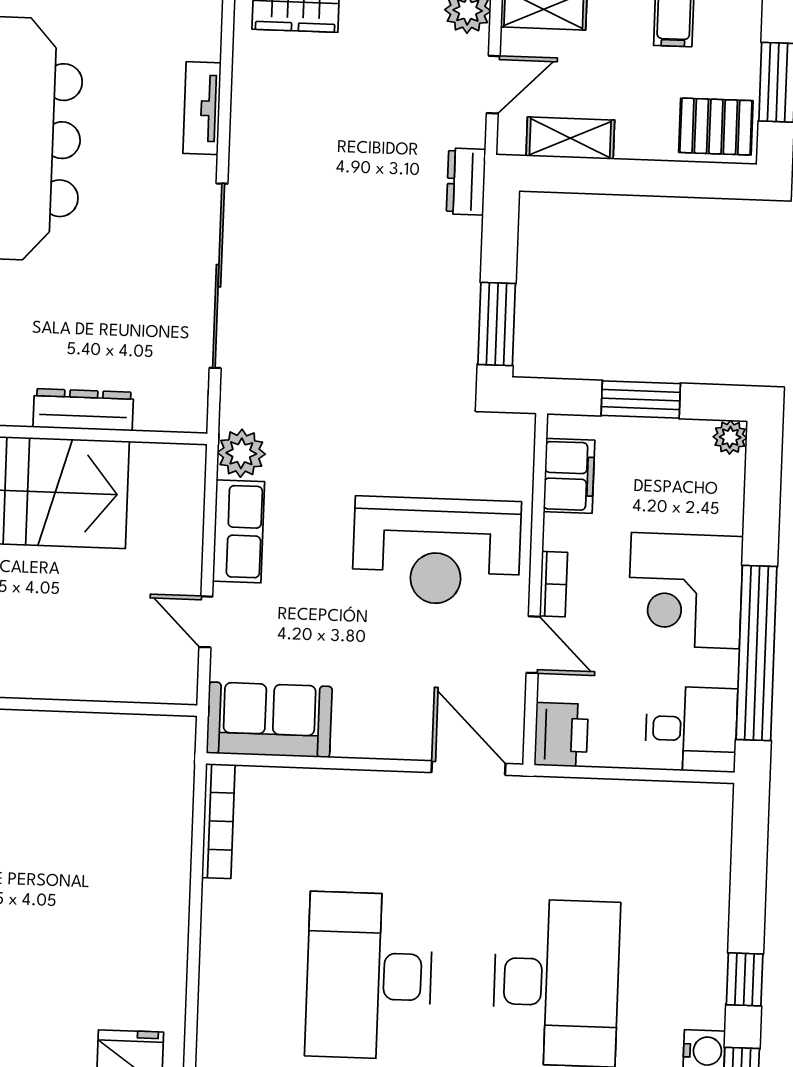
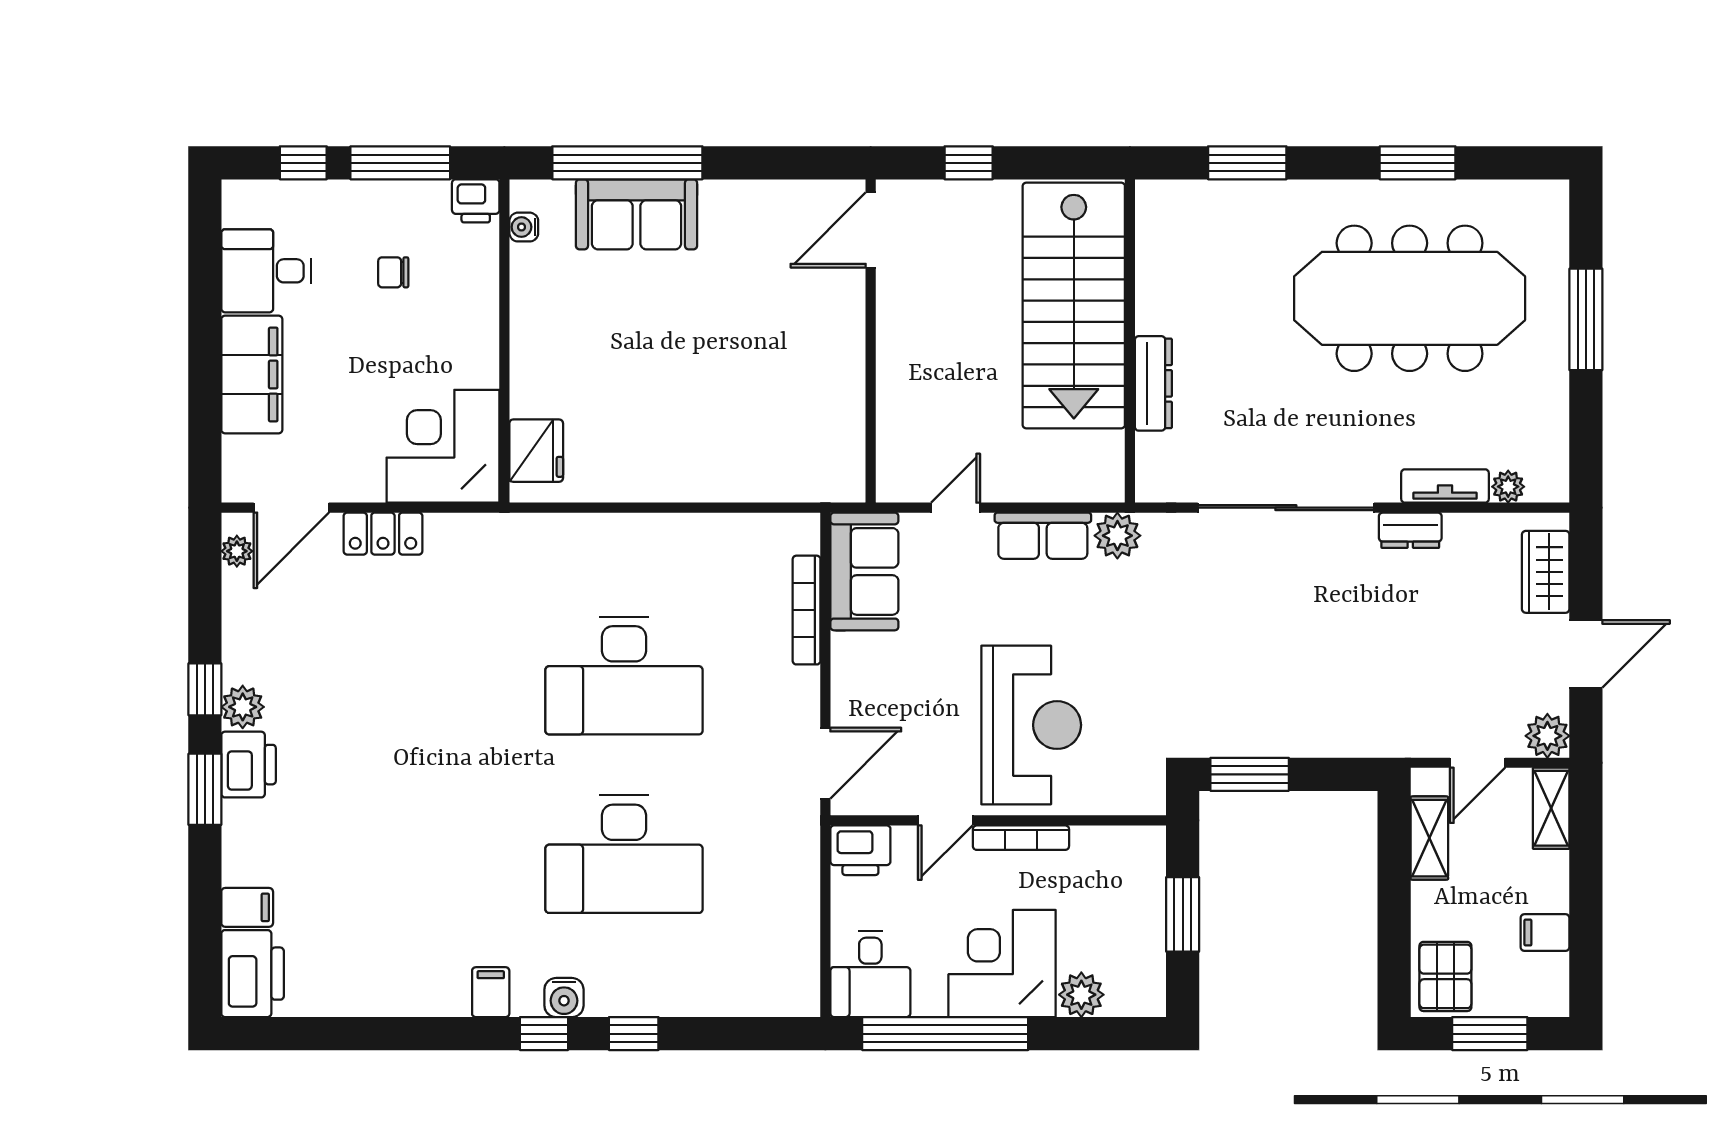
plant: (205, 42) -> (1508, 487), added
door: (493, 85) -> (1478, 763), hinge flipped
dresser: (466, 182) -> (1410, 530), moved, turned 180
plant: (730, 437) -> (1081, 995), moved, width x1.38, depth x1.38
filing cabinet: (569, 476) -> (1107, 849), removed
reception desk: (437, 551) -> (1031, 725), turned 180
bookcase: (553, 584) -> (1021, 838), width x1.56
bookcase: (218, 821) -> (807, 610), moved, turned 90
desk: (369, 976) -> (624, 676), turned 180

